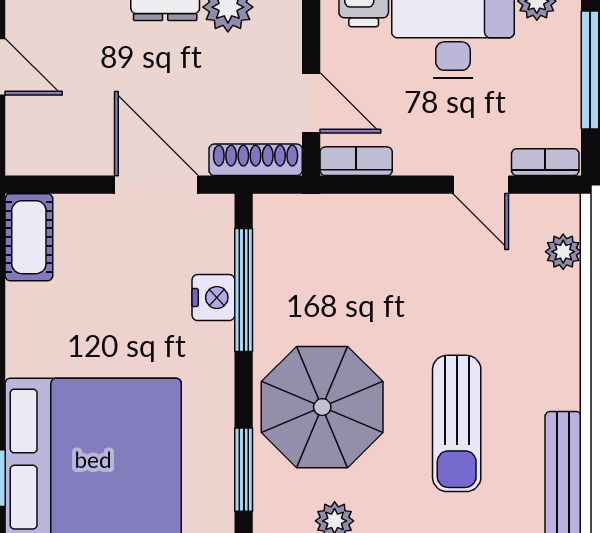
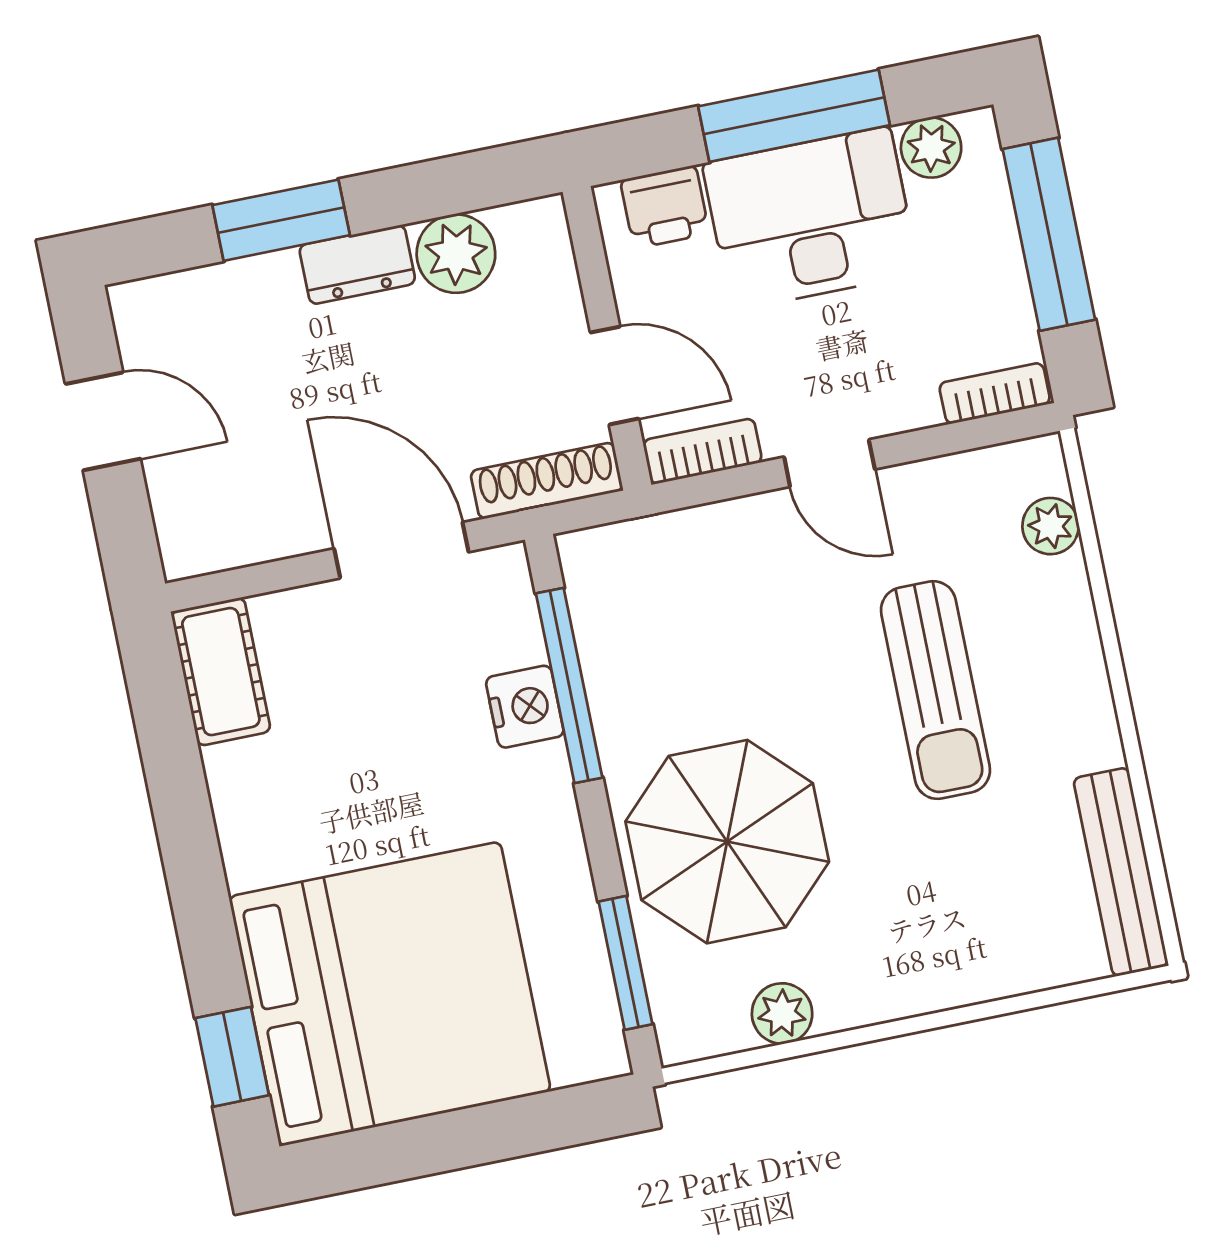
door: (481, 185) -> (829, 463), moved
sun lounger: (457, 423) -> (935, 690), moved

